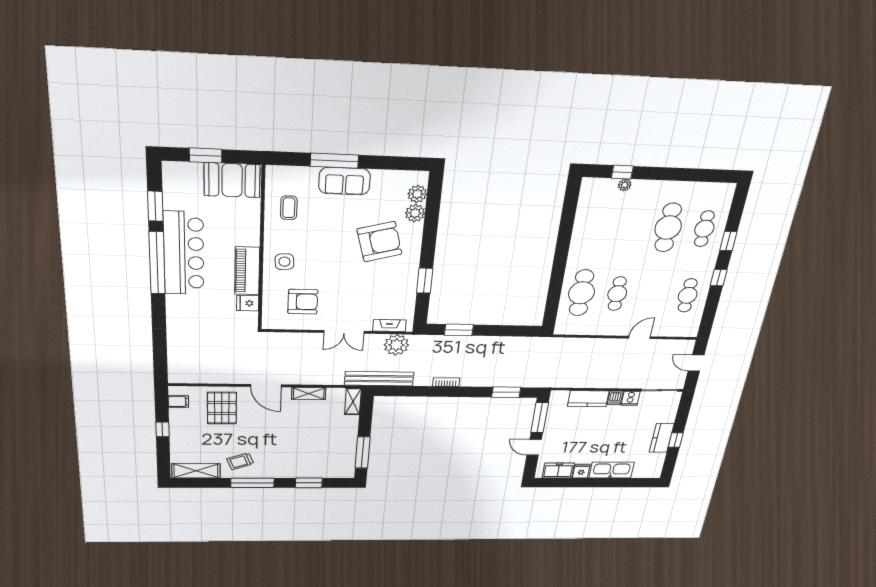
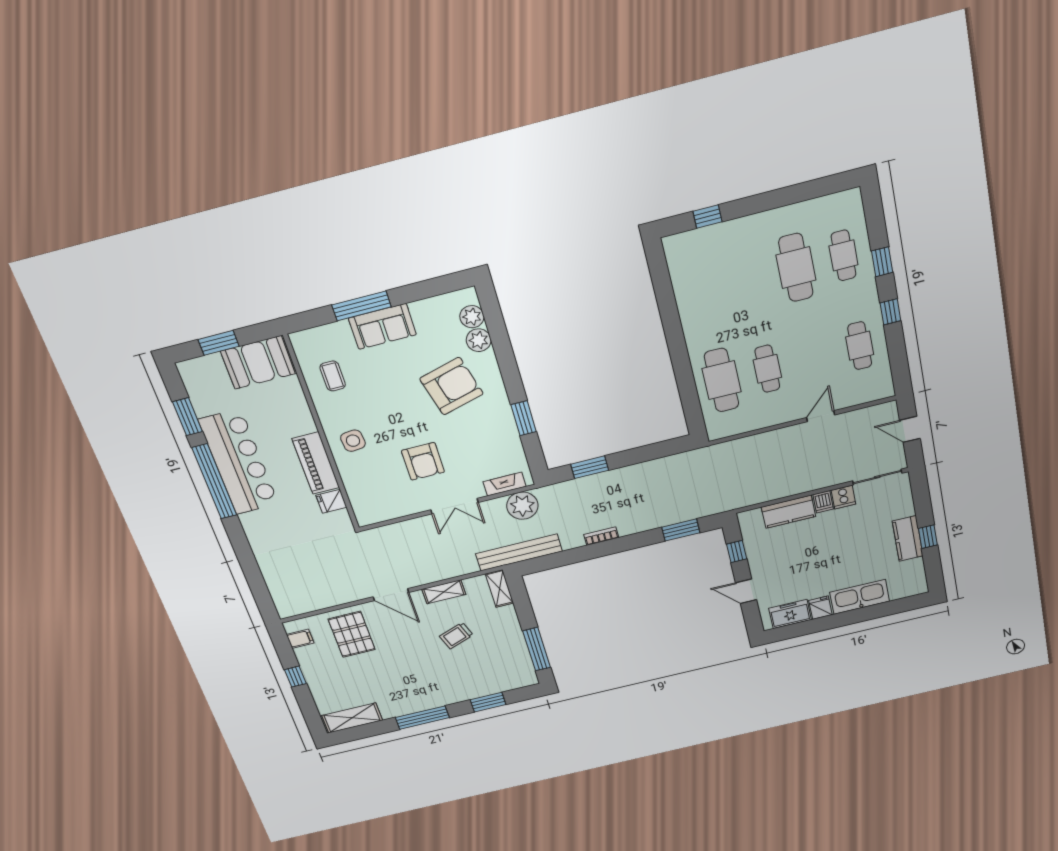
plant: (625, 185) -> (717, 231), removed
armchair: (303, 302) -> (423, 461), moved, turned 90
window: (540, 418) -> (737, 552), width x0.46
trolley: (240, 461) -> (456, 636), moved

